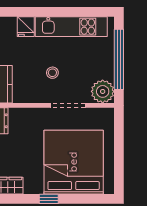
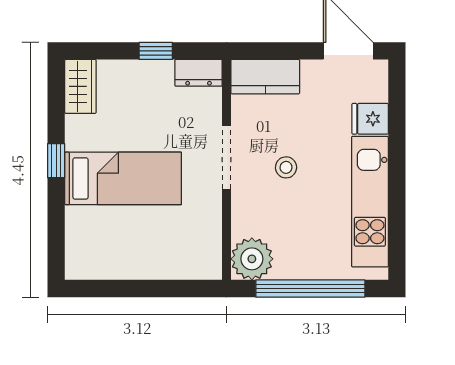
doorway: (68, 105) -> (227, 157), moved
bed: (74, 162) -> (123, 178), width x0.49

